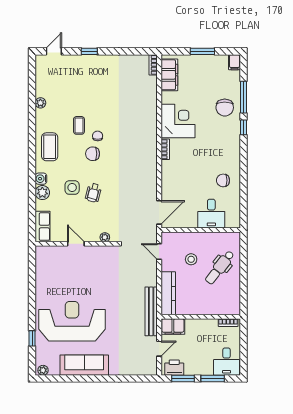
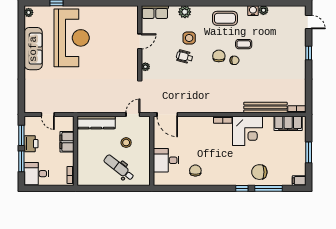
water cooler: (41, 179) -> (253, 11), moved
bench: (151, 311) -> (265, 107), moved
filing cabinet: (173, 327) -> (67, 142), moved
printer: (174, 368) -> (31, 144), moved

